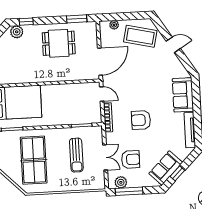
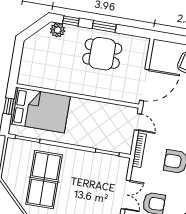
window: (77, 19) -> (104, 27), moved
plant: (114, 25) -> (170, 47), removed
sun lounger: (76, 155) -> (94, 185), removed

